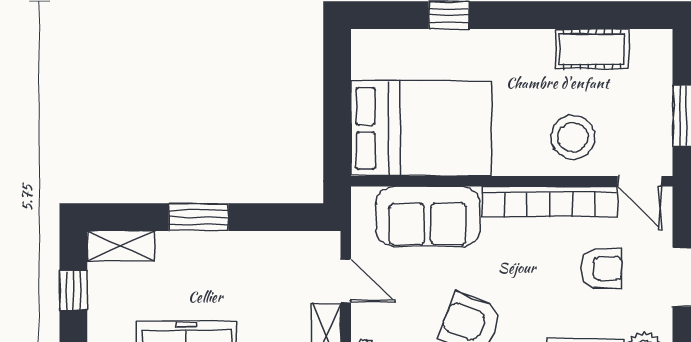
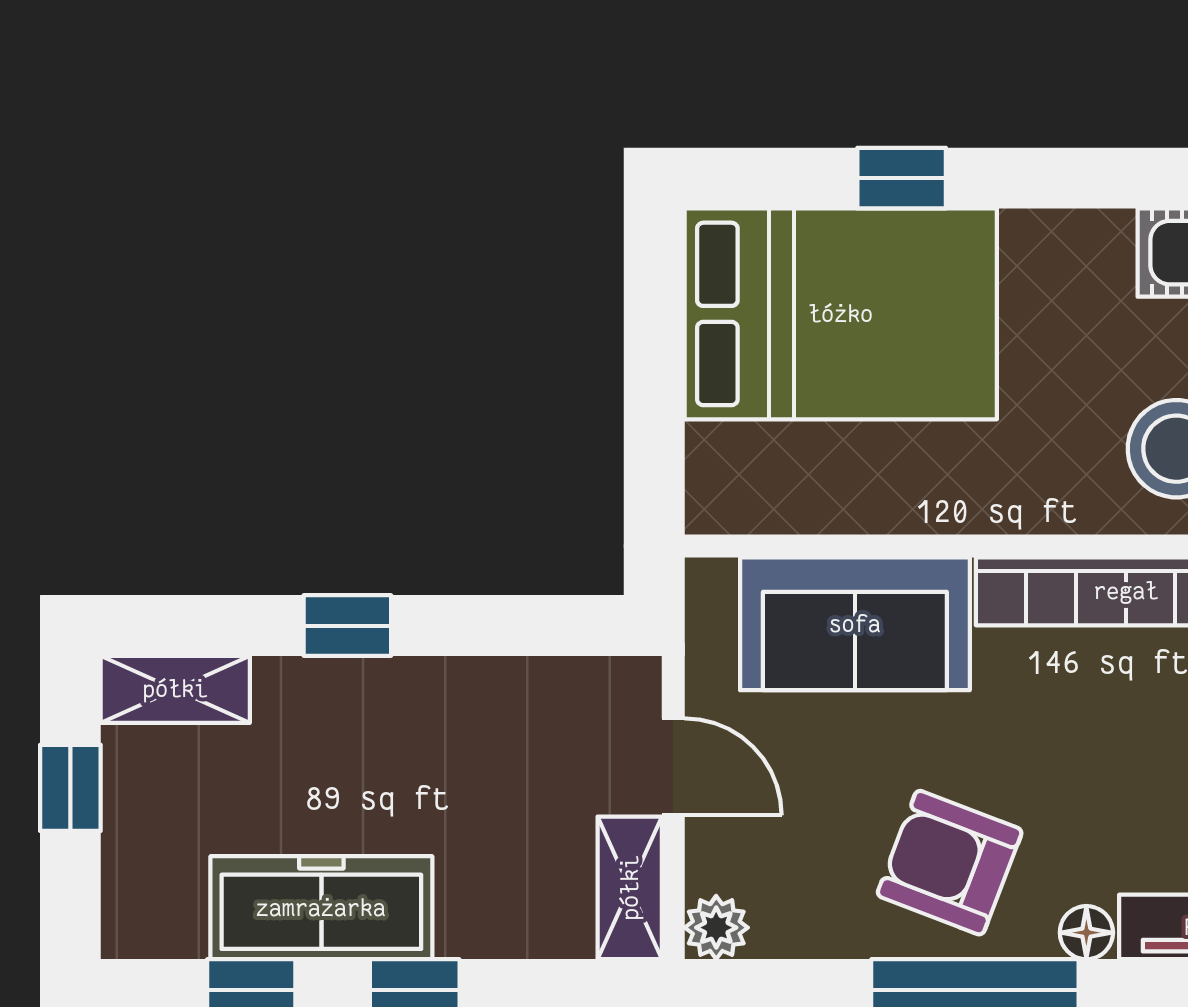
bed: (421, 128) -> (841, 314), moved
window: (199, 217) -> (347, 626), width x0.67

